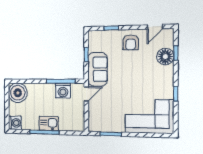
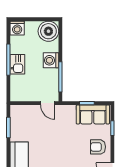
sofa: (97, 69) -> (93, 114), moved
washing machine: (63, 91) -> (51, 60), moved

